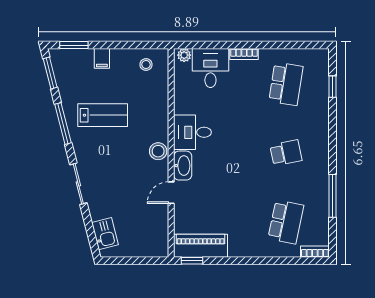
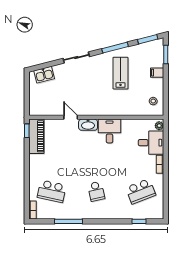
school desk: (286, 84) -> (141, 191), turned -30
lab bench: (103, 115) -> (121, 73), turned 180
stool: (158, 151) -> (97, 109), removed

